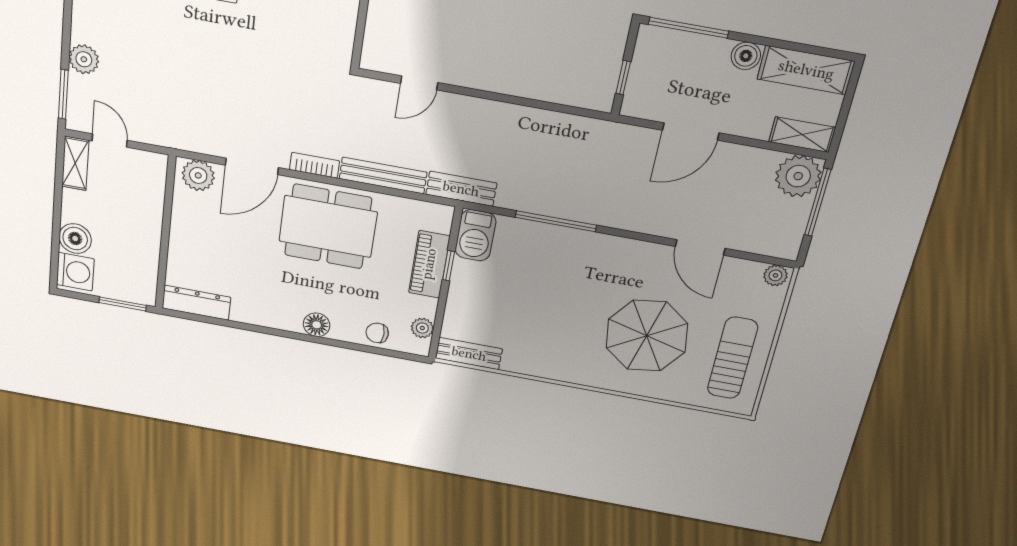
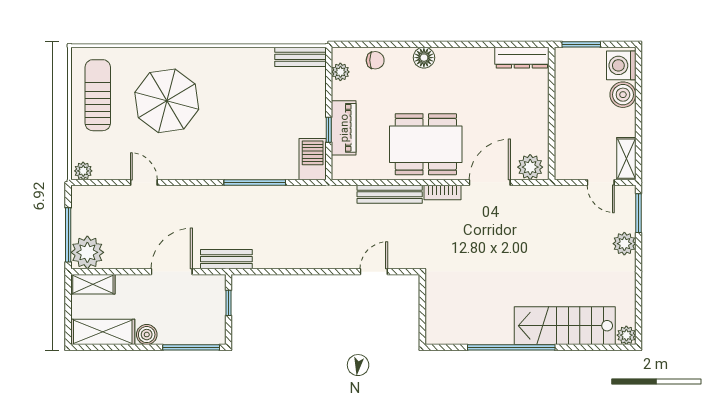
bench: (461, 189) -> (226, 259), moved
door: (700, 247) -> (144, 182), width x0.73
sun lounger: (732, 358) -> (98, 95), turned 180

